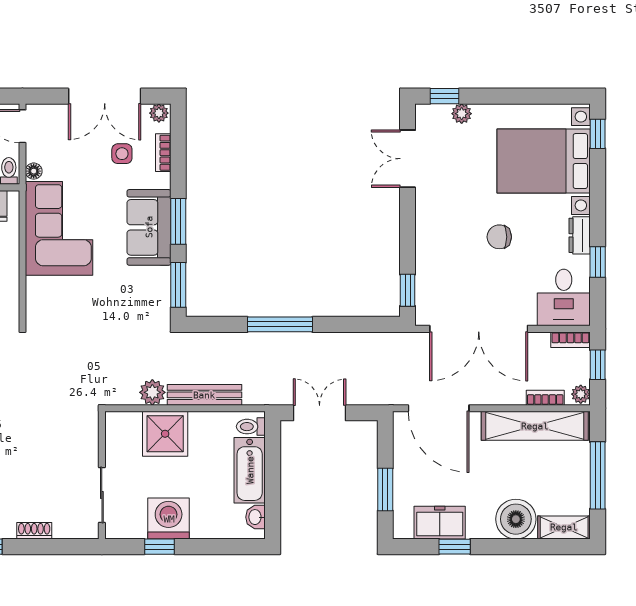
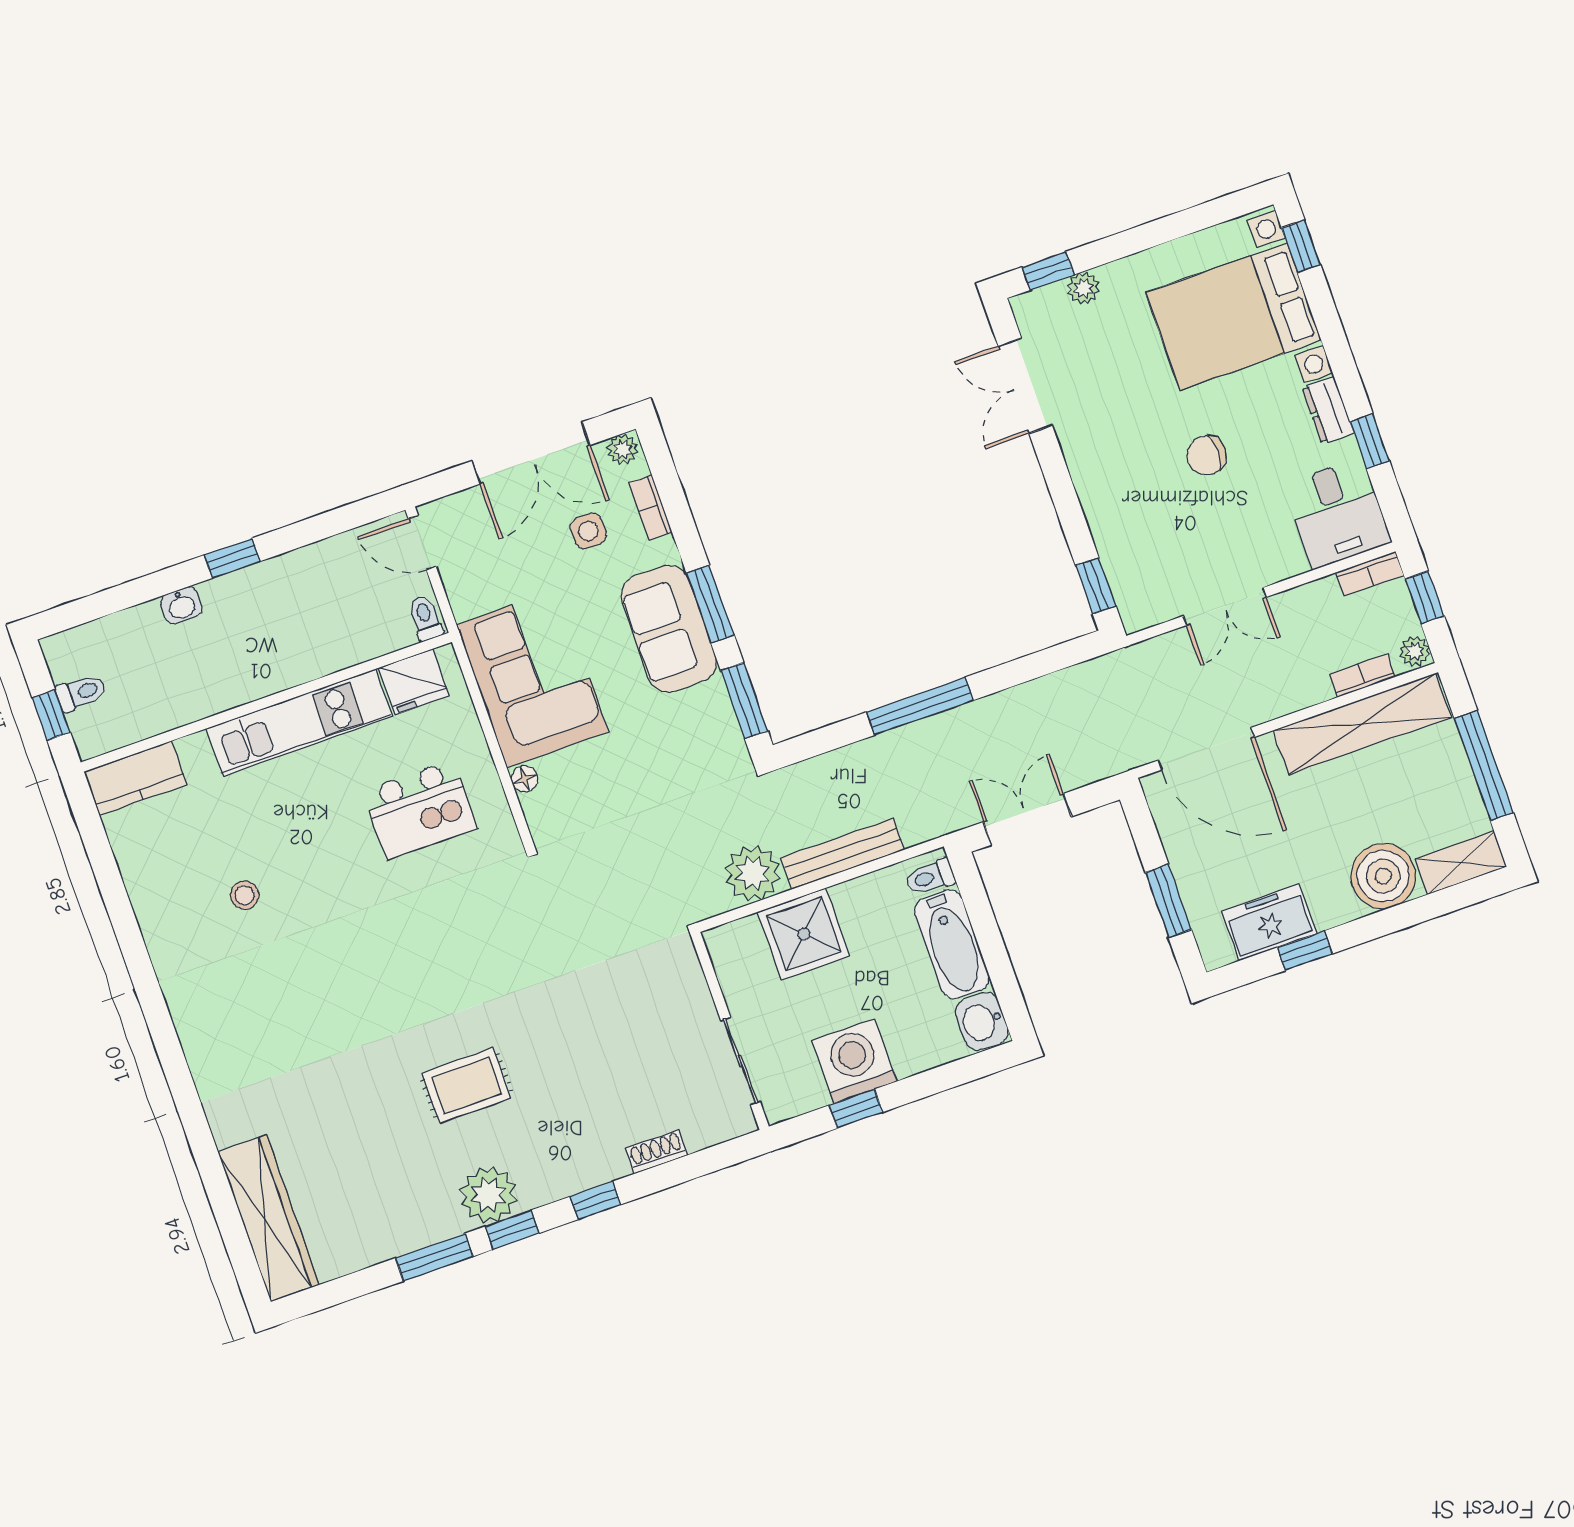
floor lamp: (34, 171) -> (525, 779), moved
double door: (479, 329) -> (1225, 606), width x0.54
plant: (152, 392) -> (753, 873), width x1.36, depth x1.36
washbasin: (256, 517) -> (982, 1021), width x1.38, depth x1.45

